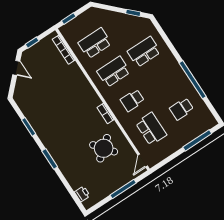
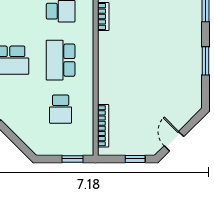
school desk: (95, 43) -> (61, 109), width x0.54
school desk: (114, 72) -> (61, 60), turned 90

